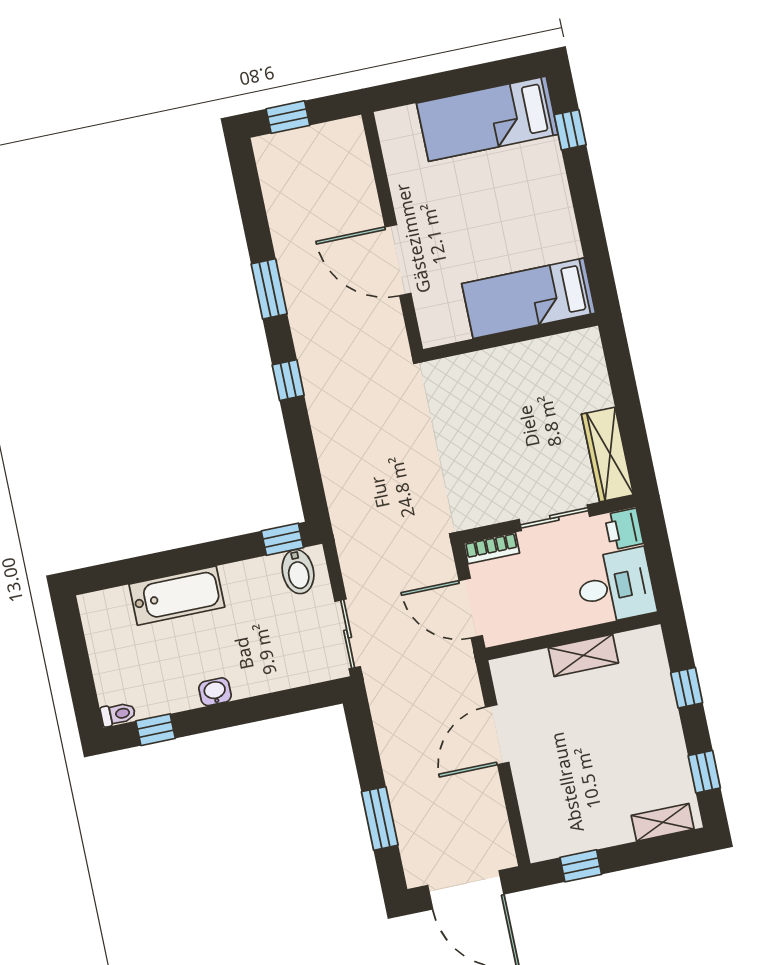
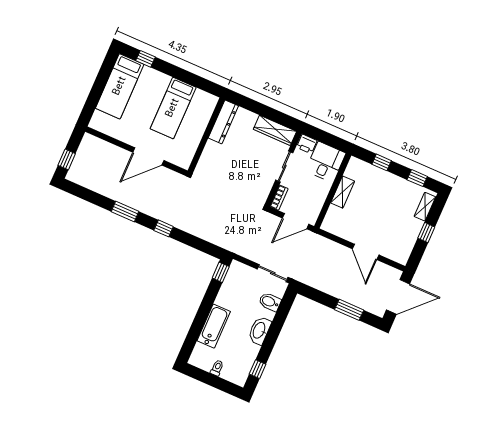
bed: (529, 298) -> (173, 108), moved
dresser: (556, 351) -> (223, 122), added
bidet: (298, 572) -> (270, 302), moved, turned 180
washbasin: (215, 692) -> (259, 330), width x1.91, depth x1.45
toilet: (118, 714) -> (217, 368), moved
door: (497, 735) -> (366, 252), moved
window: (581, 866) -> (426, 233), moved

